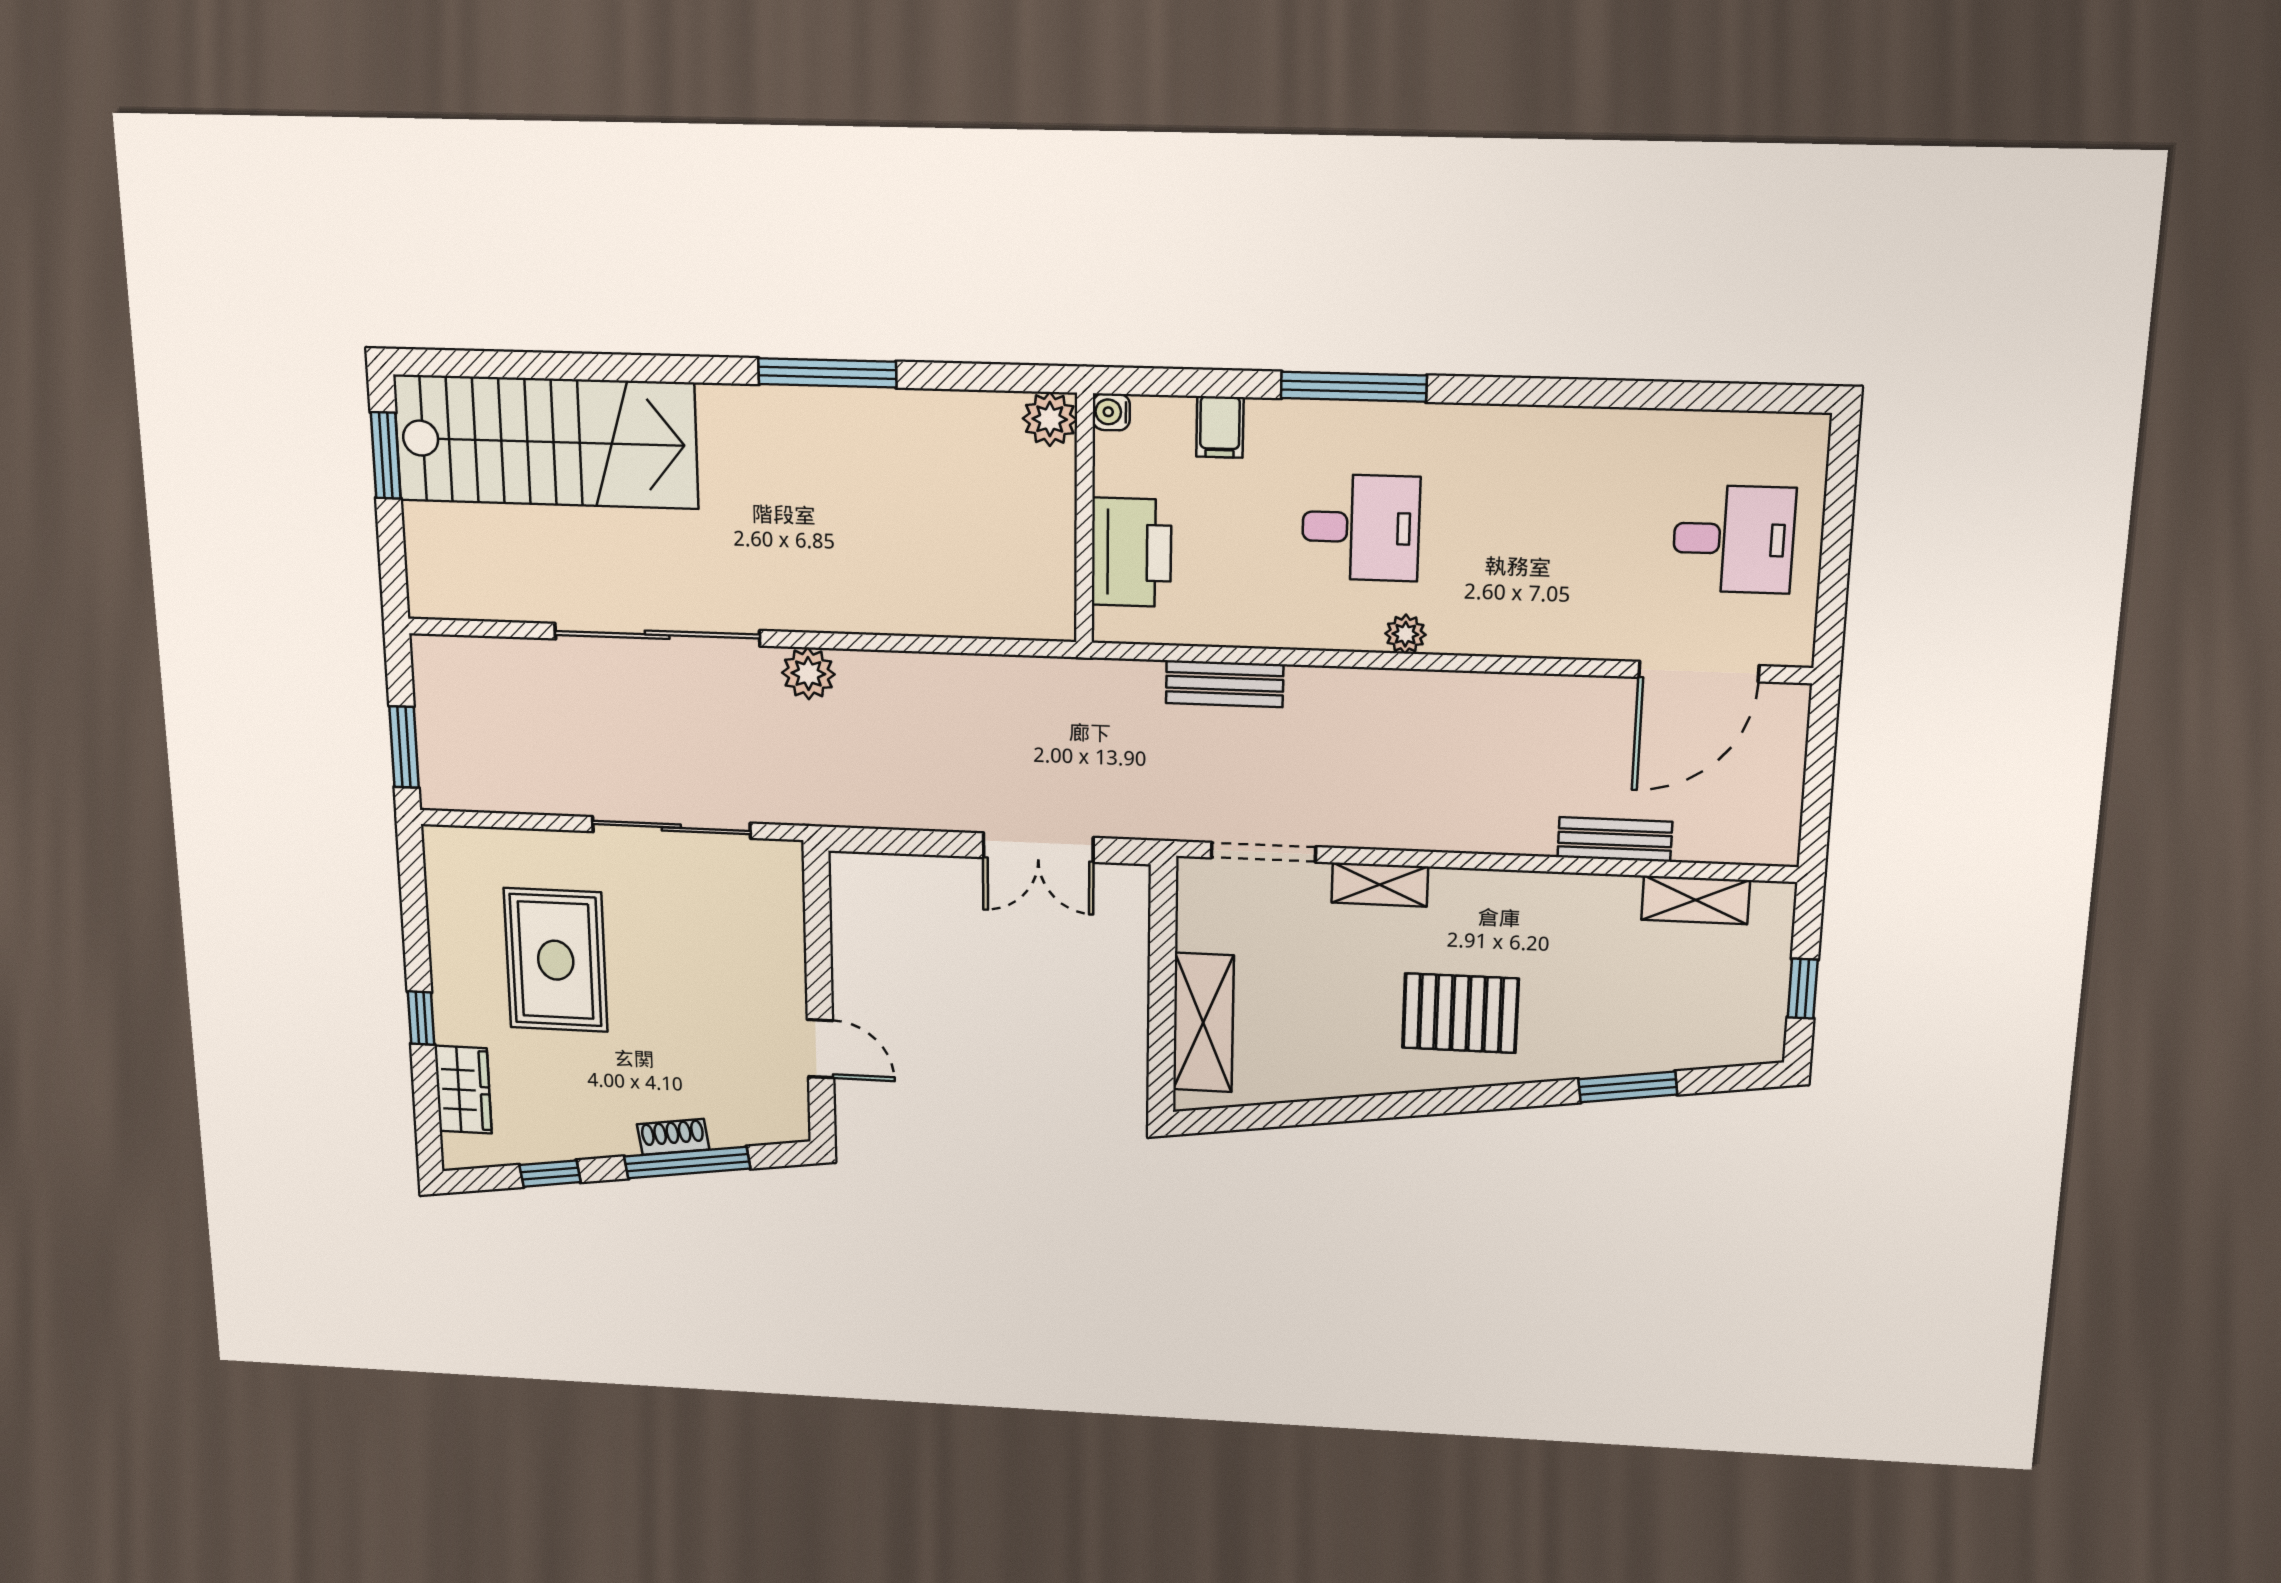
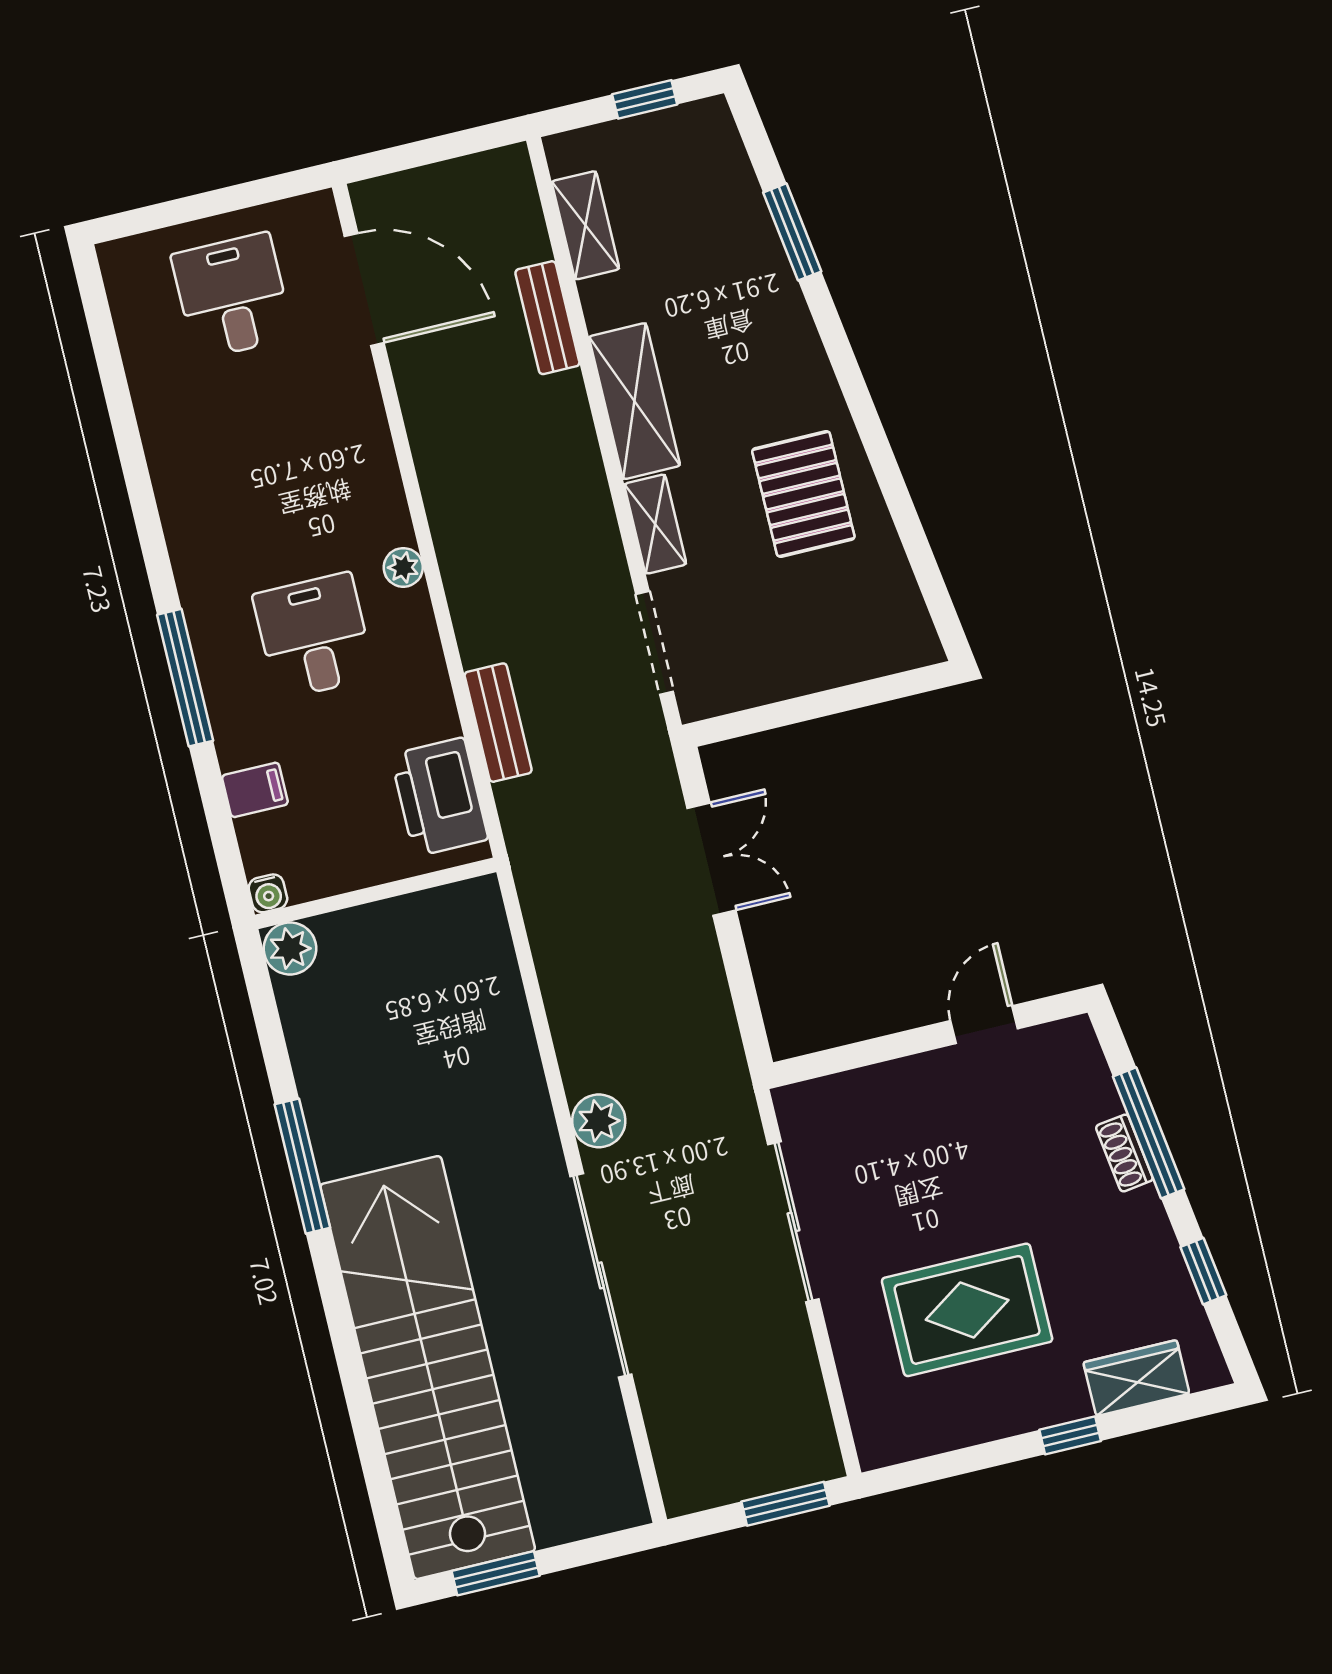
stairs: (546, 442) -> (428, 1368), width x1.36
printer: (1131, 552) -> (439, 797), moved, turned -90
pallet: (1460, 1013) -> (803, 494), moved
shelving: (1203, 1023) -> (634, 401), moved, turned 90

